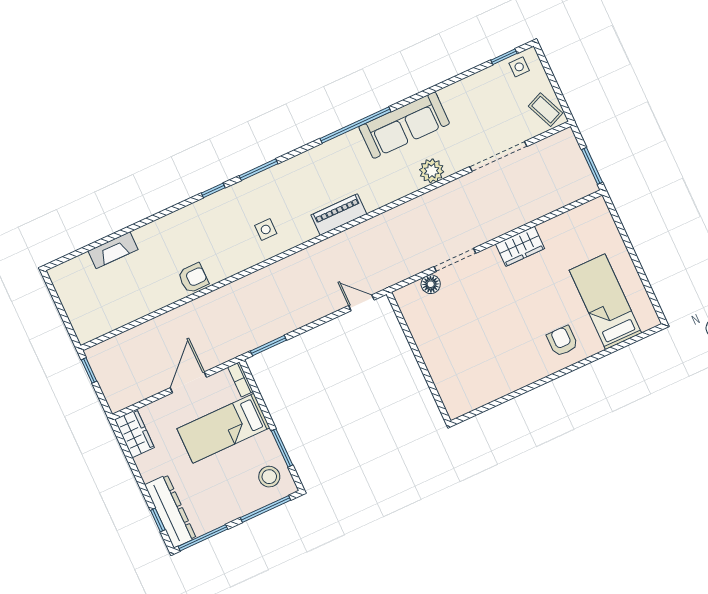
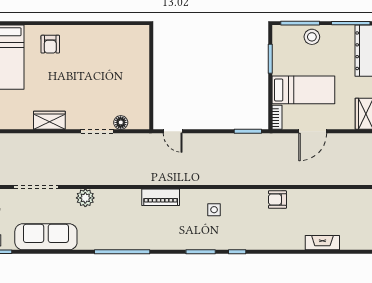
sofa: (404, 125) -> (46, 237), moved
stool: (269, 477) -> (312, 37), moved

